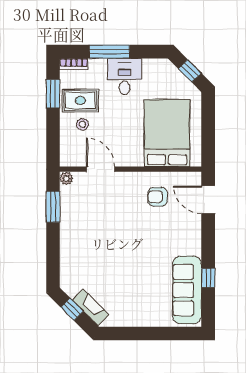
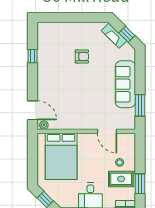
plant: (66, 178) -> (44, 125), moved
armchair: (158, 197) -> (82, 56), moved
sofa: (187, 290) -> (125, 84), moved, turned 180

